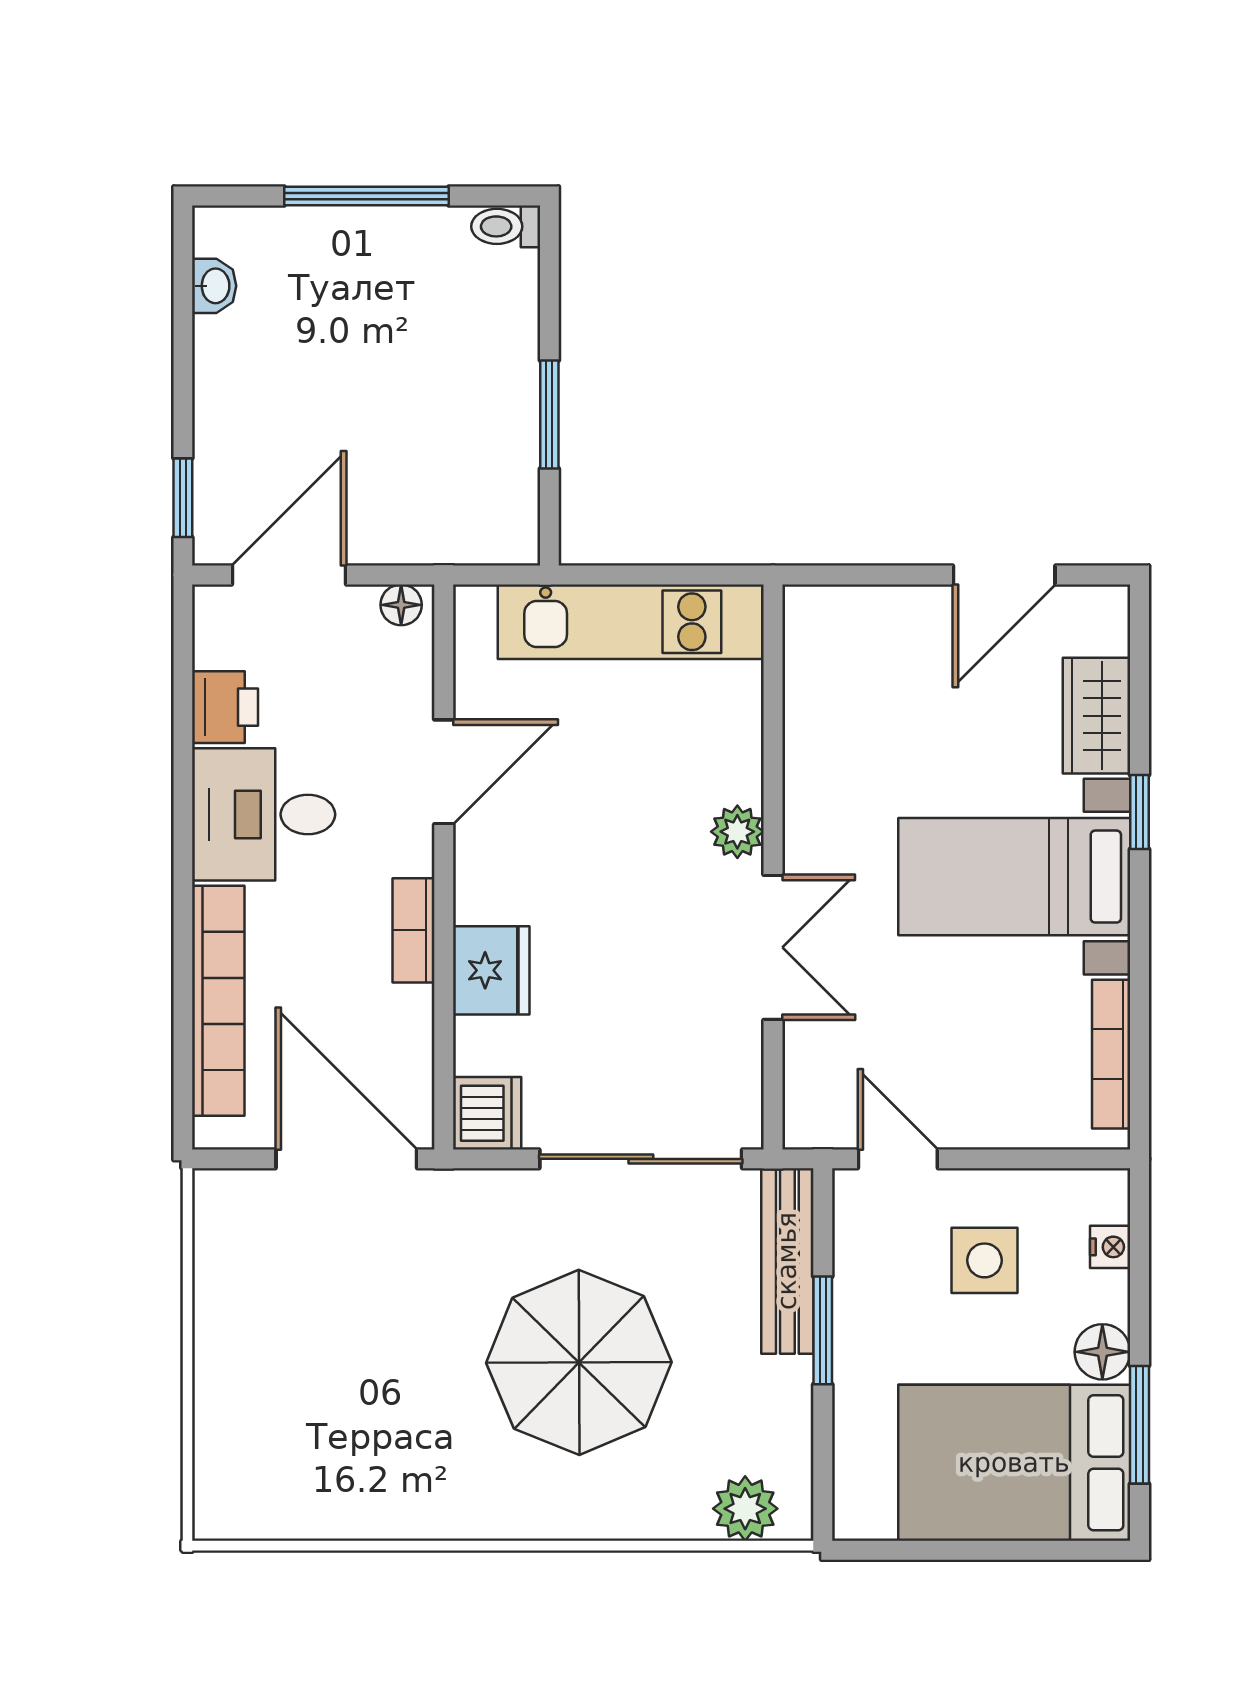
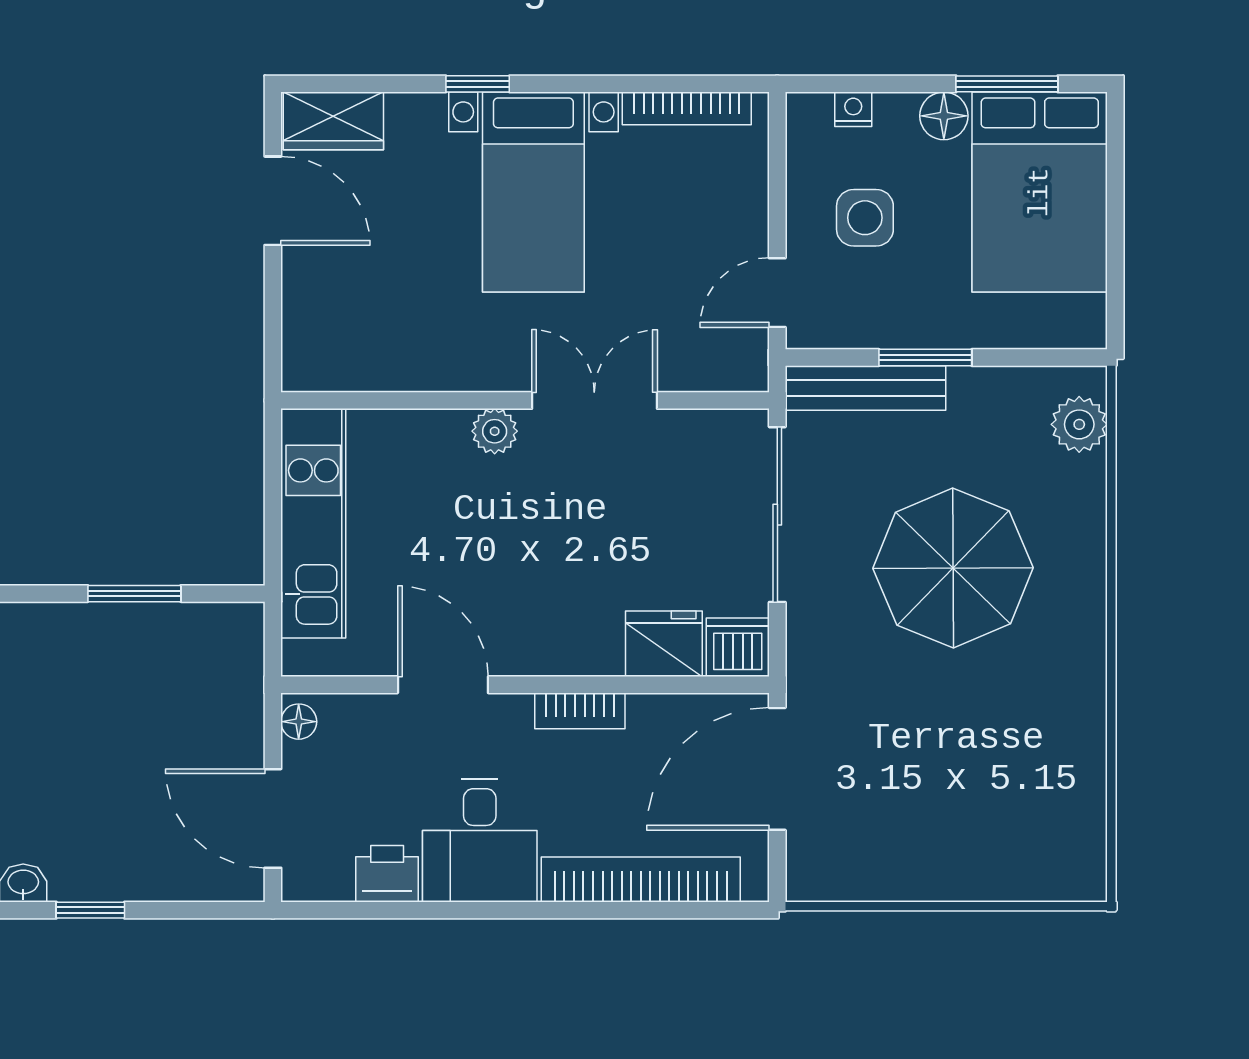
window: (183, 498) -> (90, 910), moved
wardrobe: (1097, 716) -> (333, 121), moved
fridge: (491, 970) -> (664, 644), moved

